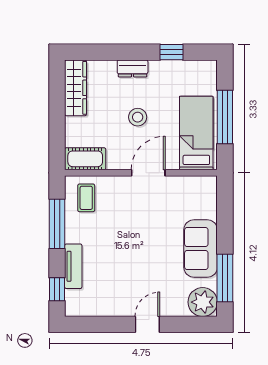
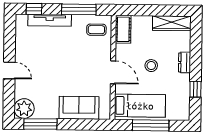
sofa: (201, 248) -> (79, 108), moved
tv unit: (73, 266) -> (50, 20), width x1.41

